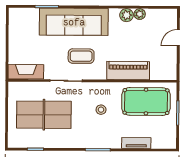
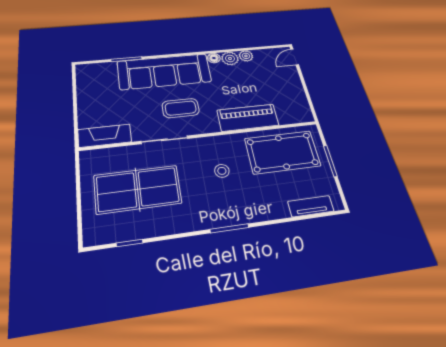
floor lamp: (114, 13) -> (214, 58), added
door: (178, 38) -> (295, 57), moved
tv unit: (136, 143) -> (311, 206), moved

